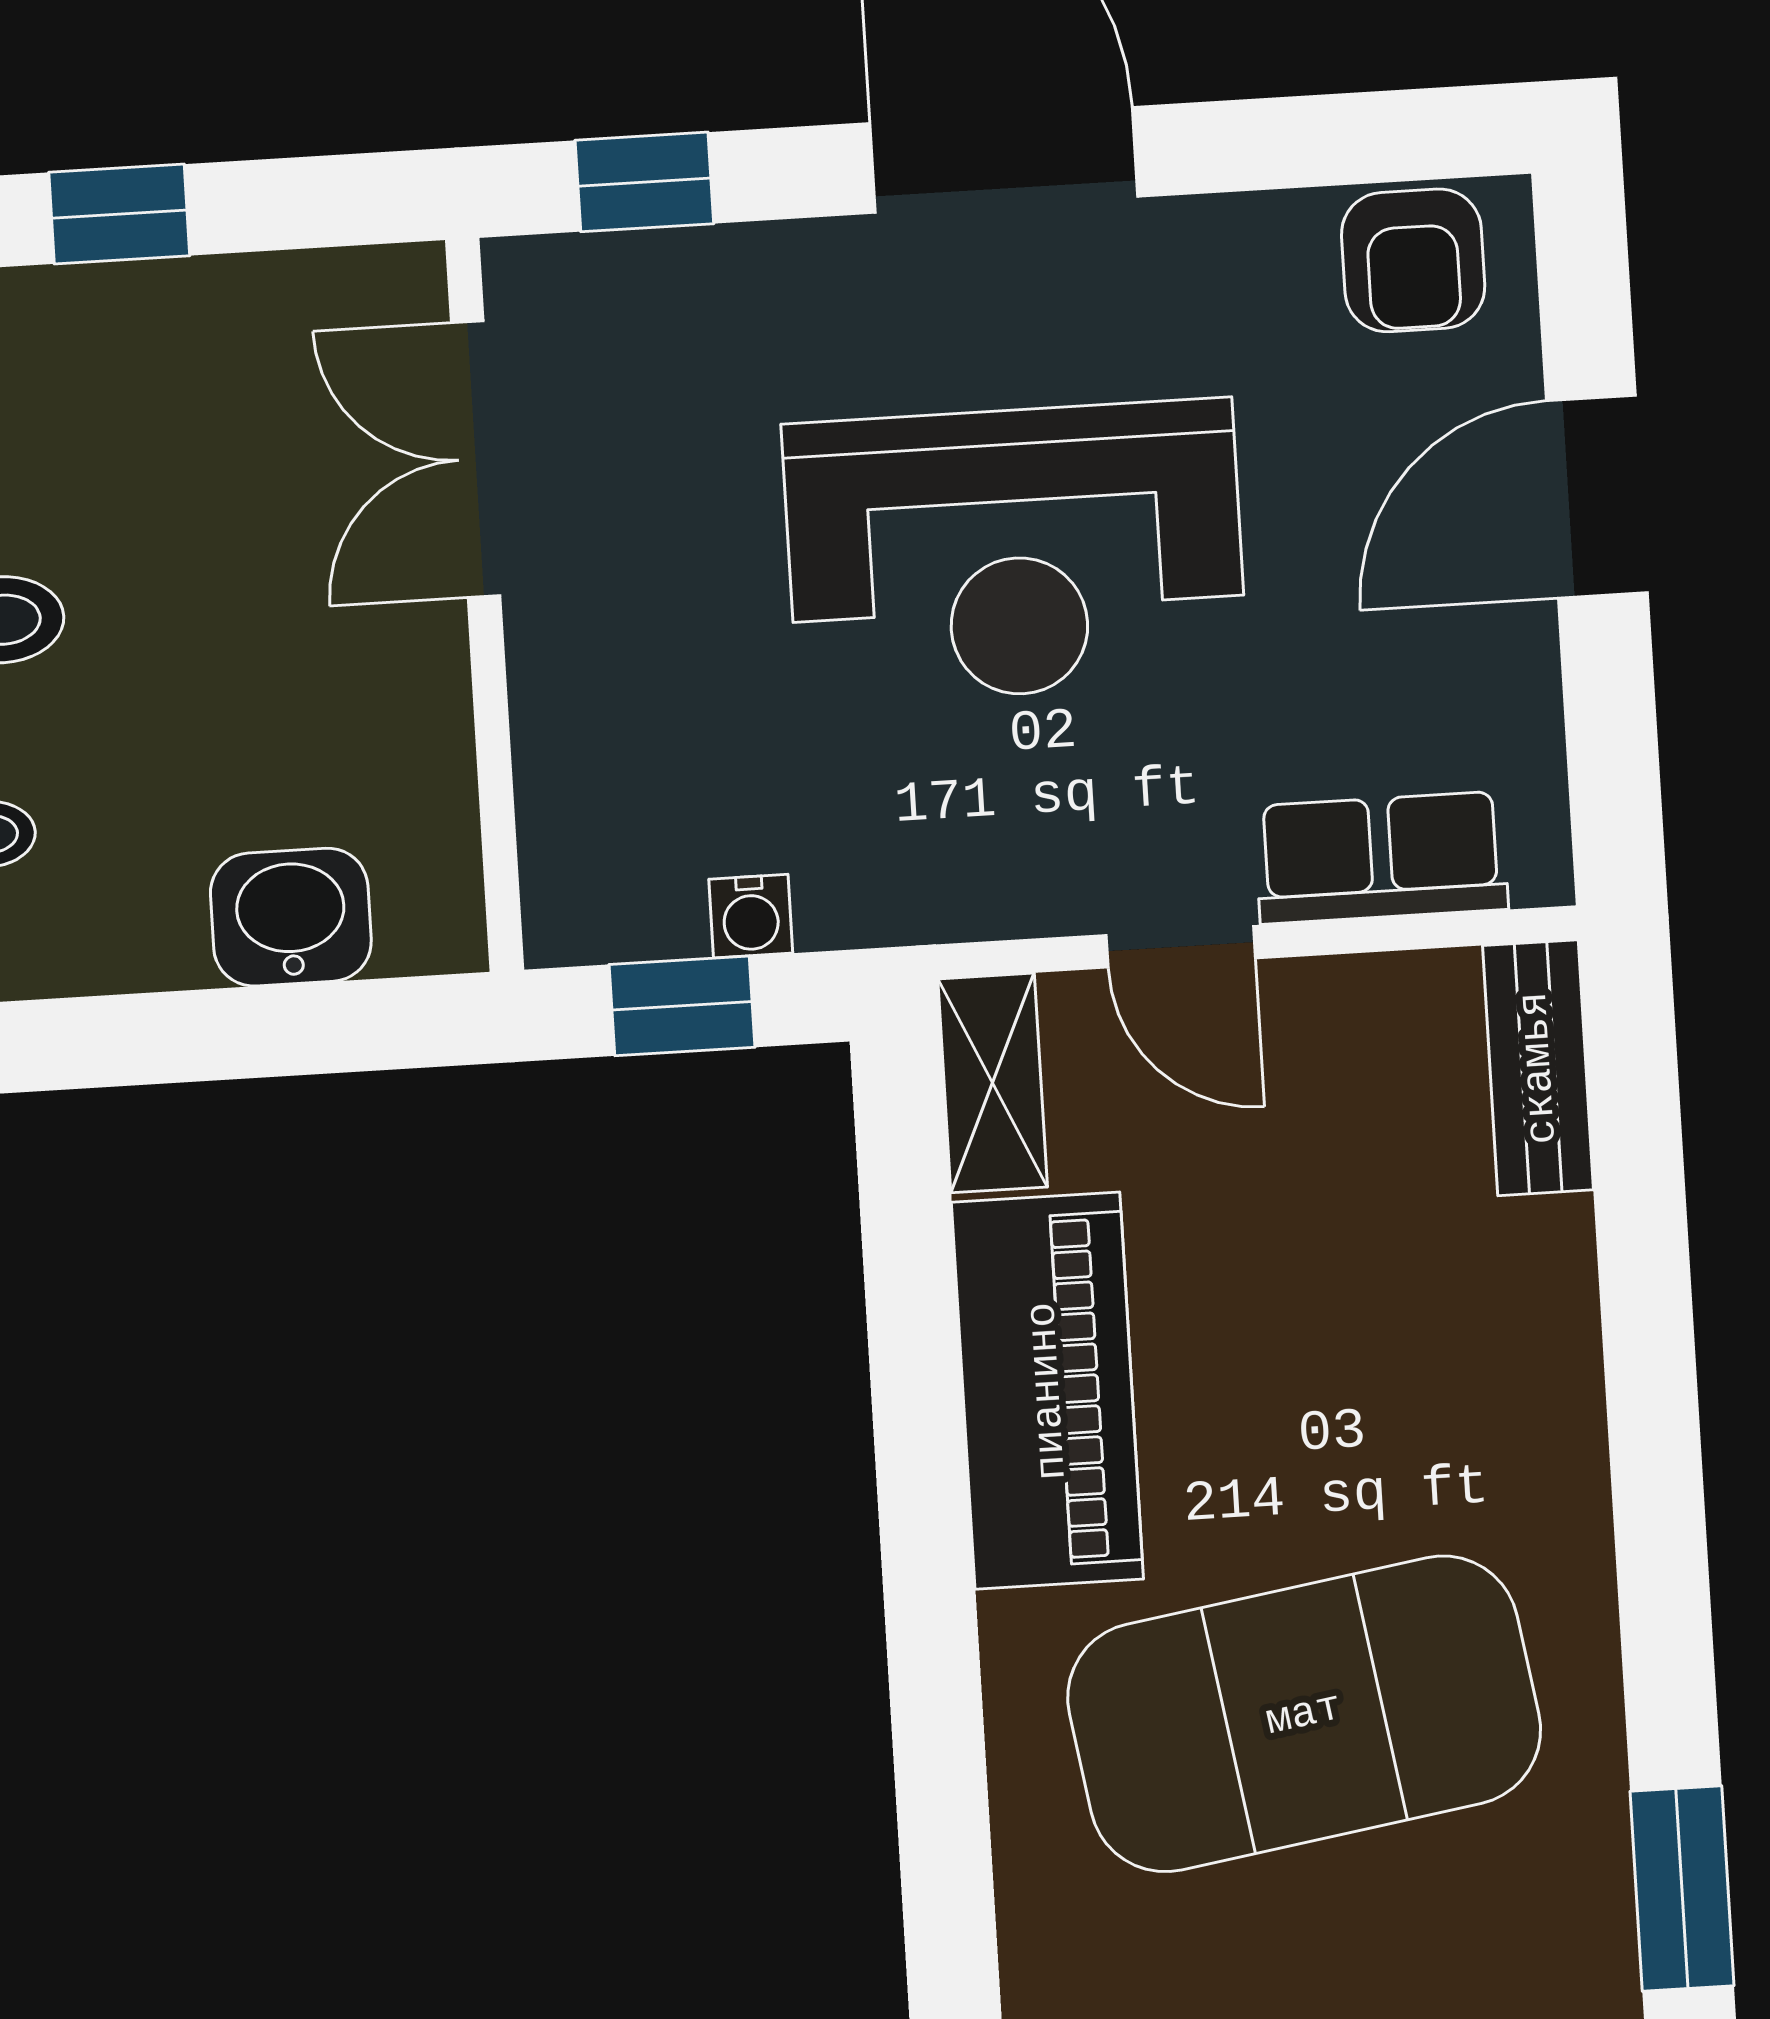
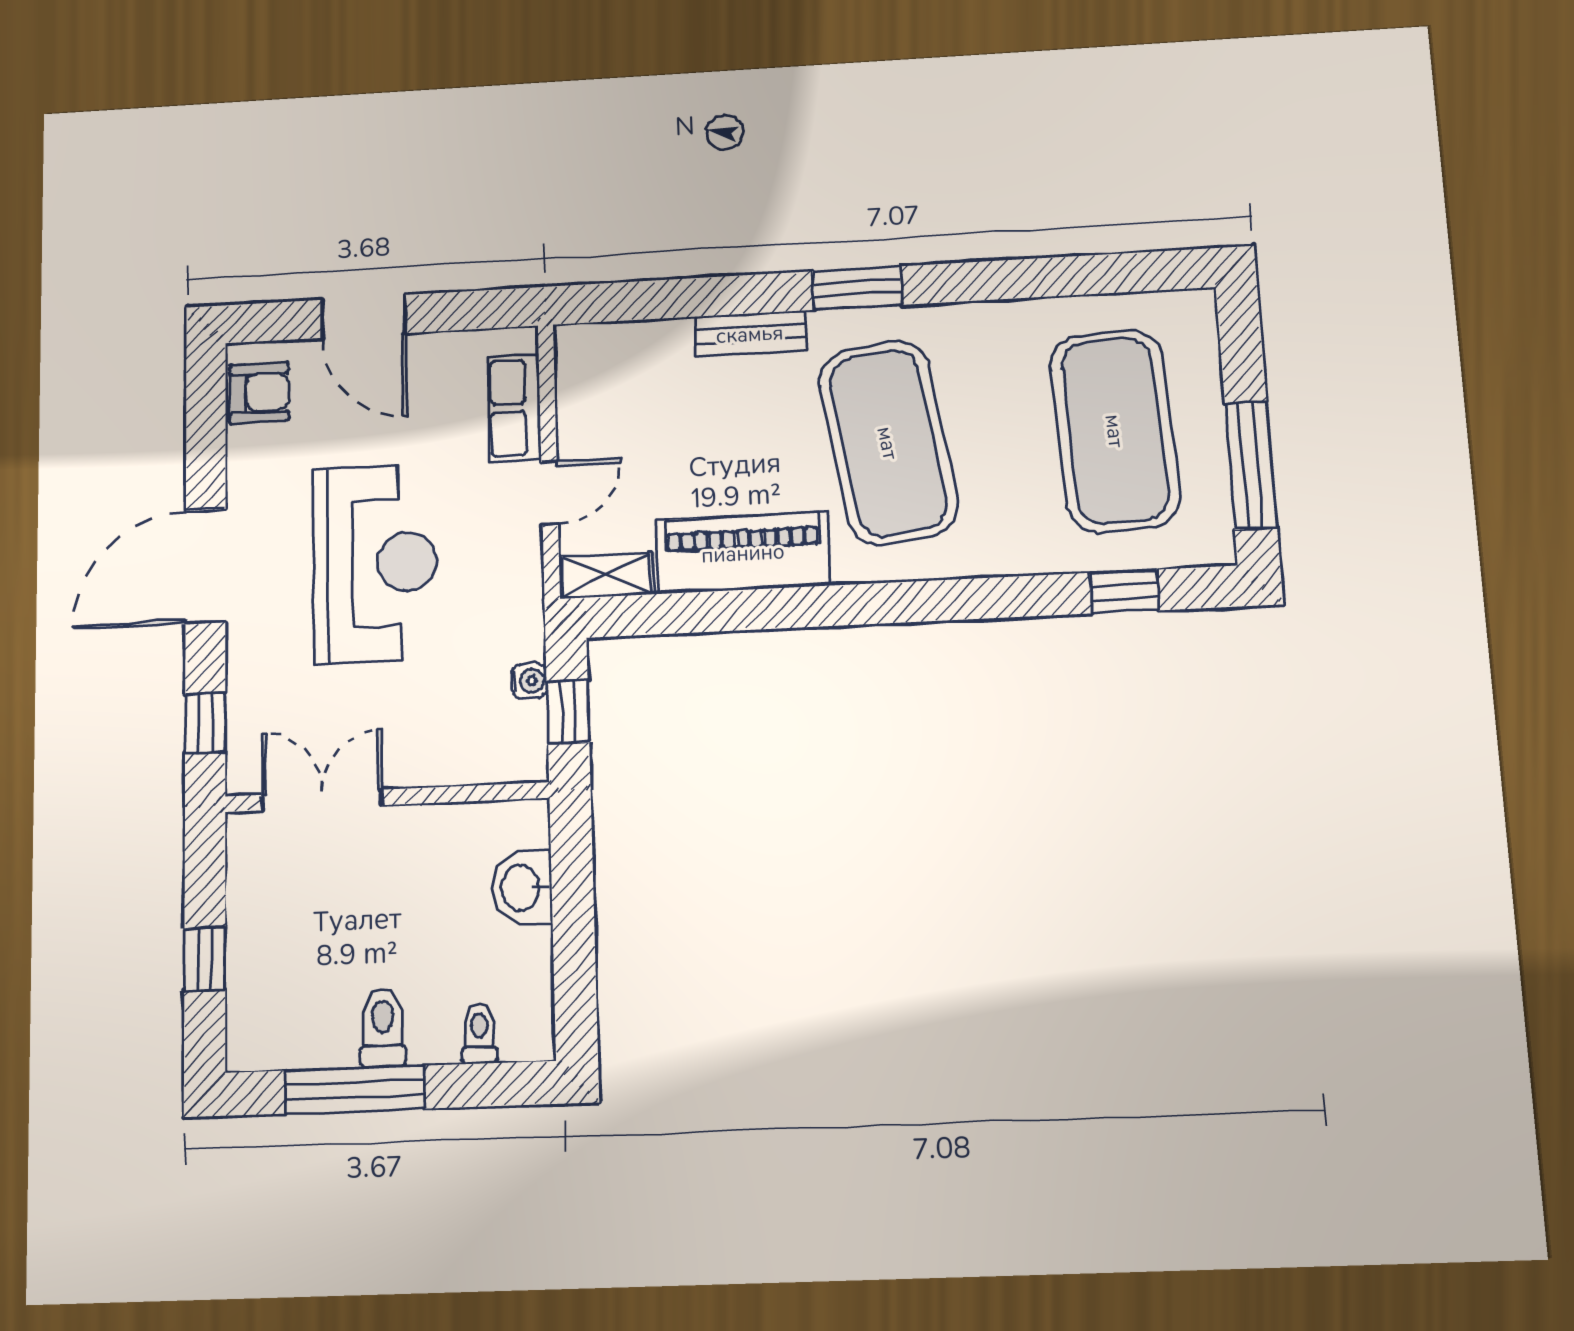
double door: (476, 459) -> (322, 800), swing flipped
bench: (1538, 1068) -> (750, 334), moved
window: (1682, 1888) -> (857, 288), moved

